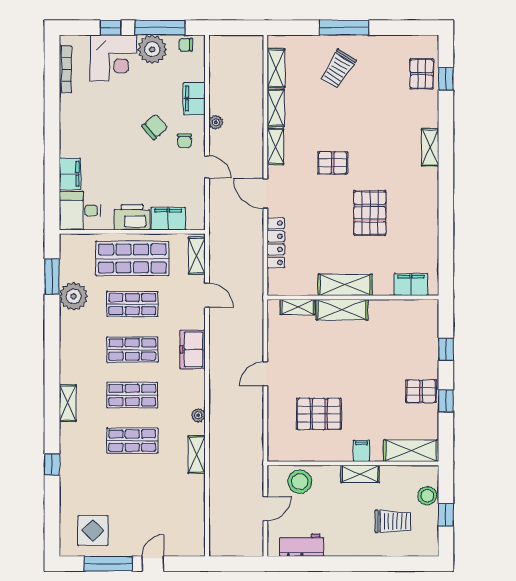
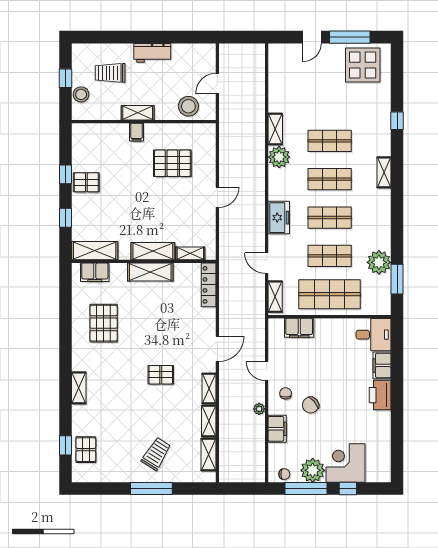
bookcase: (65, 69) -> (386, 453), removed
door: (265, 194) -> (217, 349), hinge flipped
pallet: (370, 213) -> (104, 323), moved
printer: (132, 217) -> (380, 395), moved, turned 90
locker: (276, 243) -> (209, 285), moved
plant: (198, 415) -> (279, 157), width x1.87, depth x1.87
shelving: (411, 451) -> (95, 251), moved
display table: (93, 531) -> (363, 65), width x1.36, depth x1.36
workbench: (302, 545) -> (152, 53), moved

